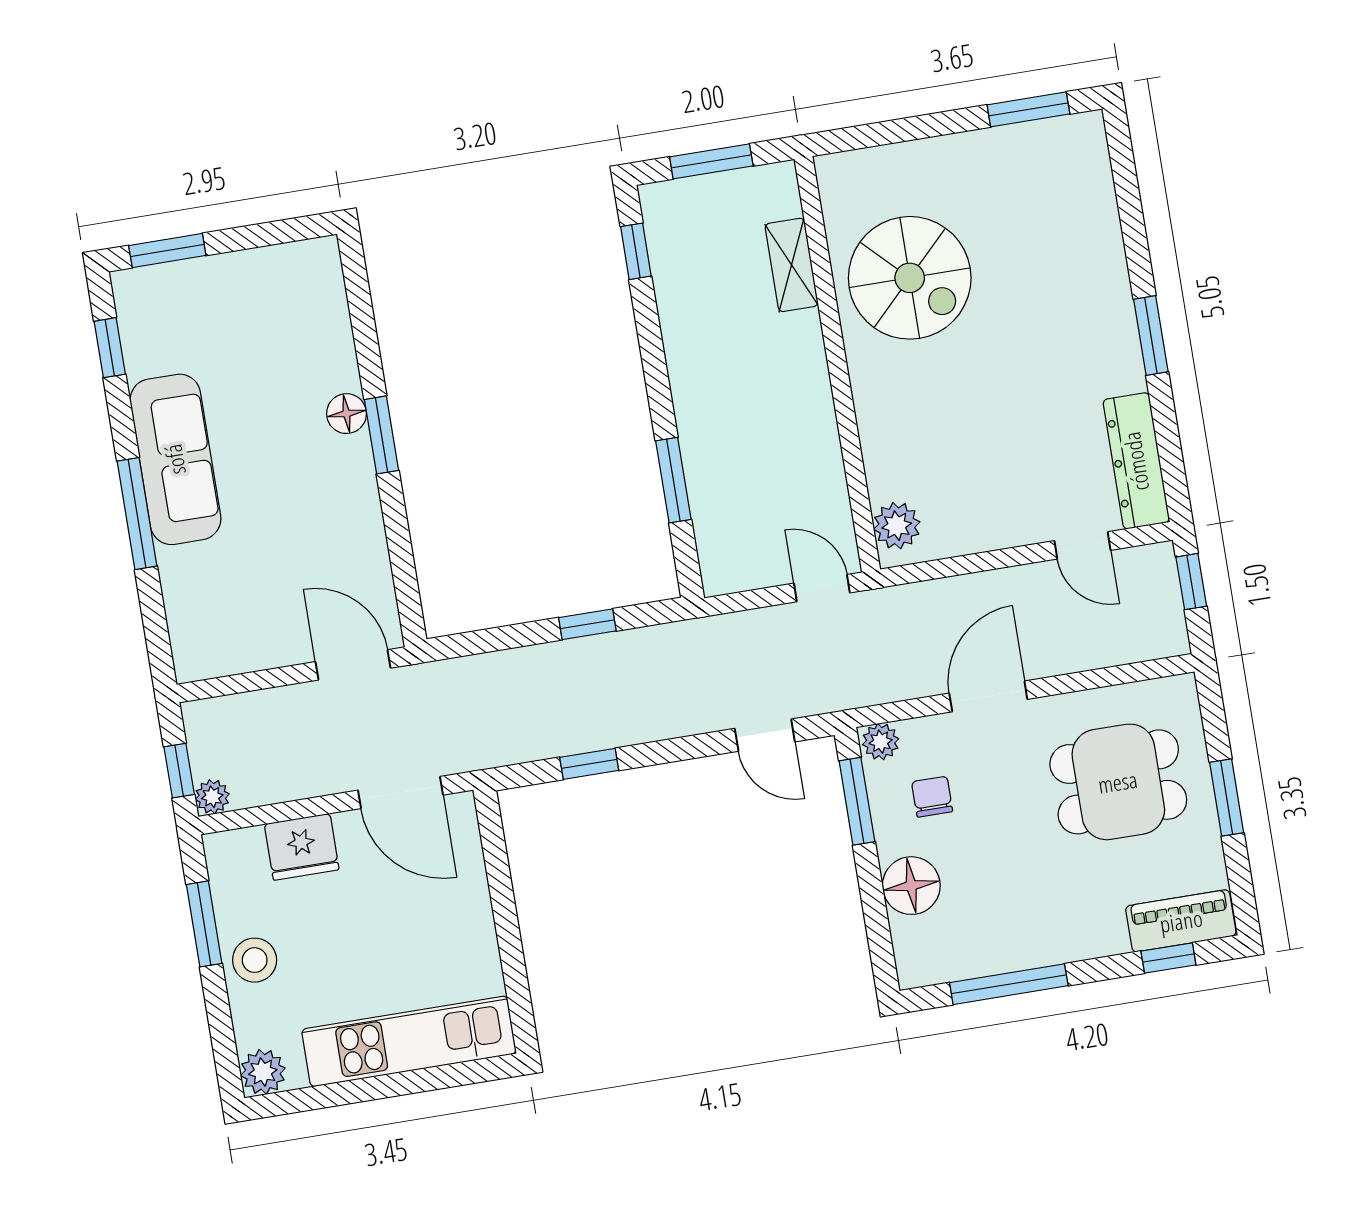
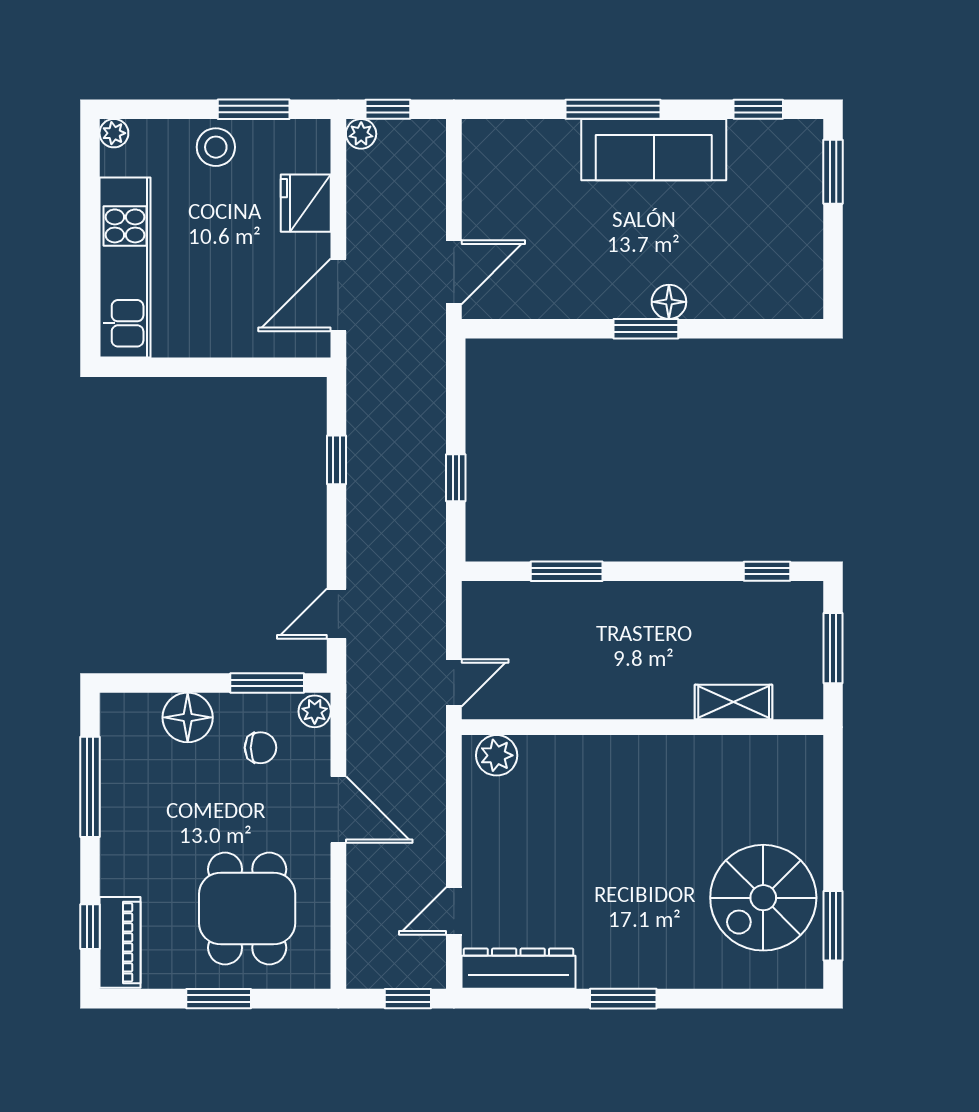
spiral stairs: (910, 278) -> (763, 898), moved
plant: (263, 1072) -> (114, 133), width x0.73, depth x0.73

